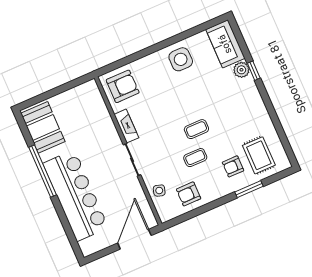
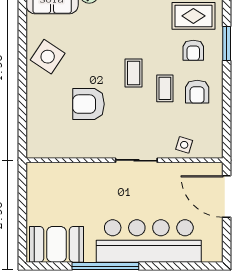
side table: (181, 59) -> (48, 57), turned 34
armchair: (123, 86) -> (88, 104), moved, turned -90
fireplace: (126, 126) -> (96, 150), removed
armchair: (189, 194) -> (197, 92), moved

